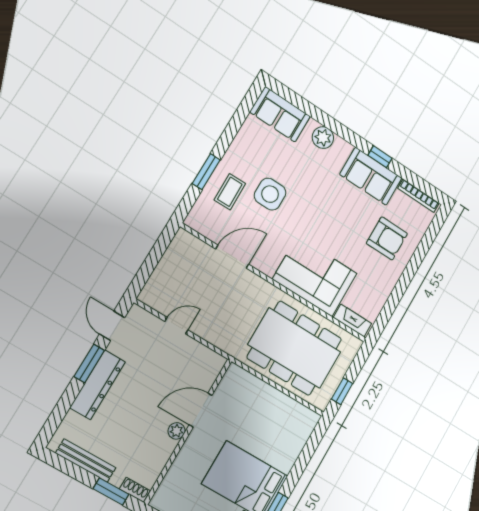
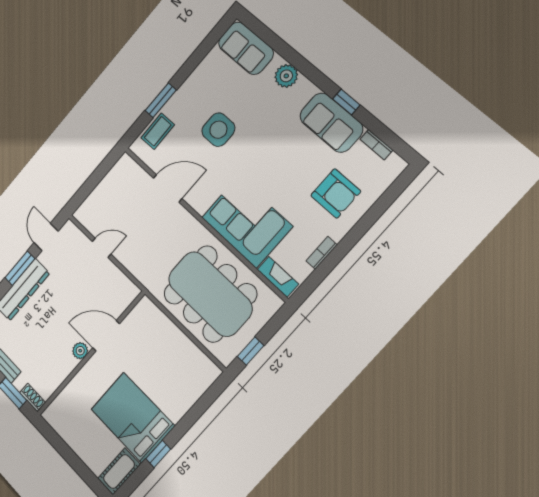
coffee table: (230, 192) -> (158, 131), moved
bookcase: (418, 196) -> (376, 145), width x0.64
bookcase: (385, 292) -> (322, 253), added

